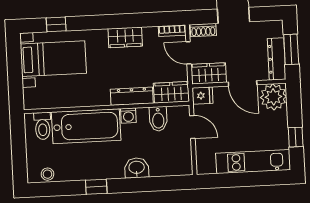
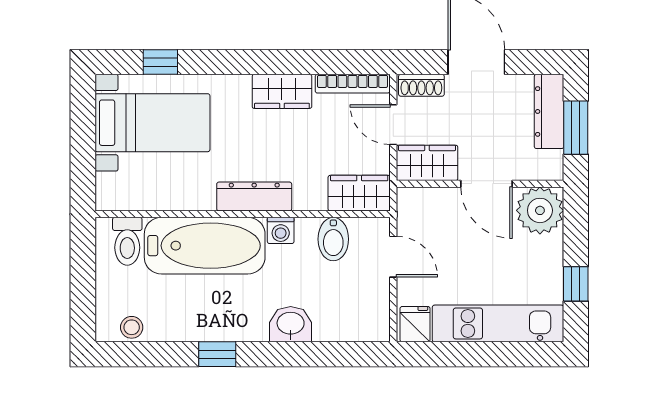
bookcase: (172, 31) -> (353, 84), width x1.56
dresser: (277, 59) -> (549, 111), moved
dresser: (132, 96) -> (254, 197), moved
fridge: (202, 96) -> (415, 324), moved, turned -90

